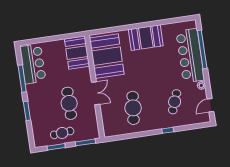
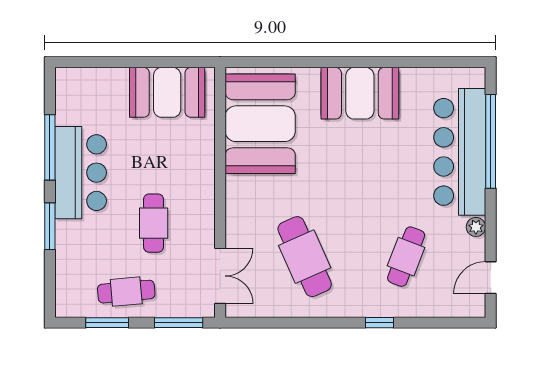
booth: (77, 53) -> (167, 92), moved, turned 90
bar counter: (33, 64) -> (81, 173), moved
double door: (96, 93) -> (220, 276), moved
cafe table: (69, 103) -> (154, 223), width x0.73, depth x0.74
cafe table: (133, 108) -> (305, 257), turned -30

